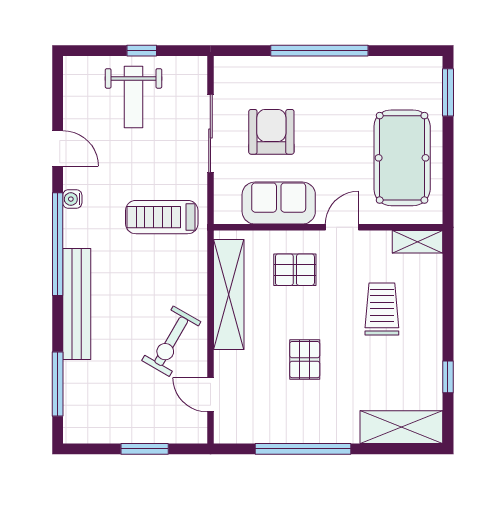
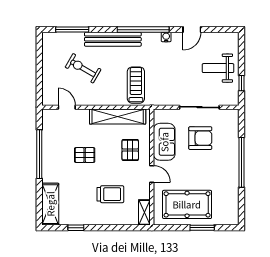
window: (142, 51) -> (241, 83), moved
window: (448, 92) -> (202, 228), moved
treadmill: (162, 217) -> (136, 85), moved
exercise bike: (171, 341) -> (83, 68), moved
door: (210, 395) -> (67, 107), hinge flipped
window: (145, 449) -> (39, 74), removed

